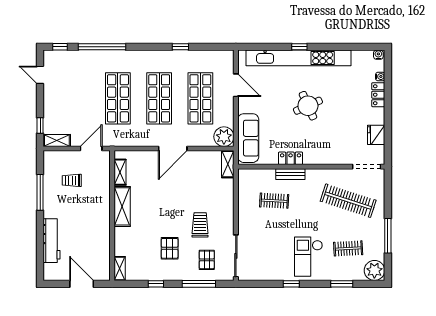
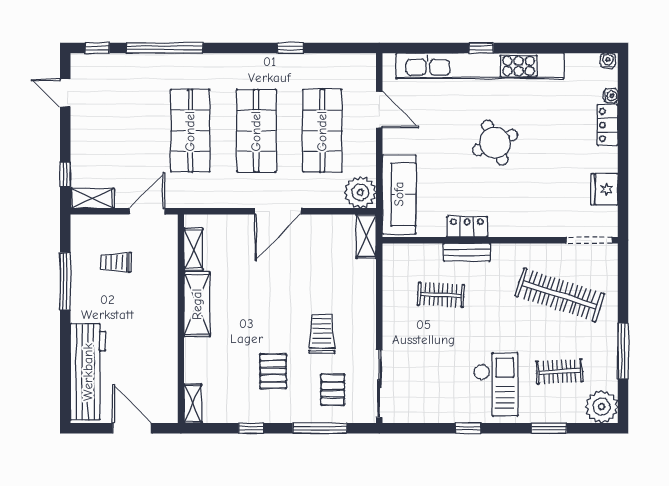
workbench: (51, 241) -> (88, 372), width x1.36, depth x1.32
checkout: (308, 257) -> (496, 385), turned 180

